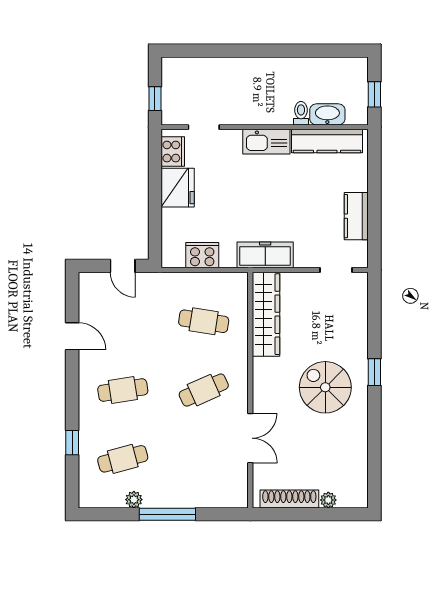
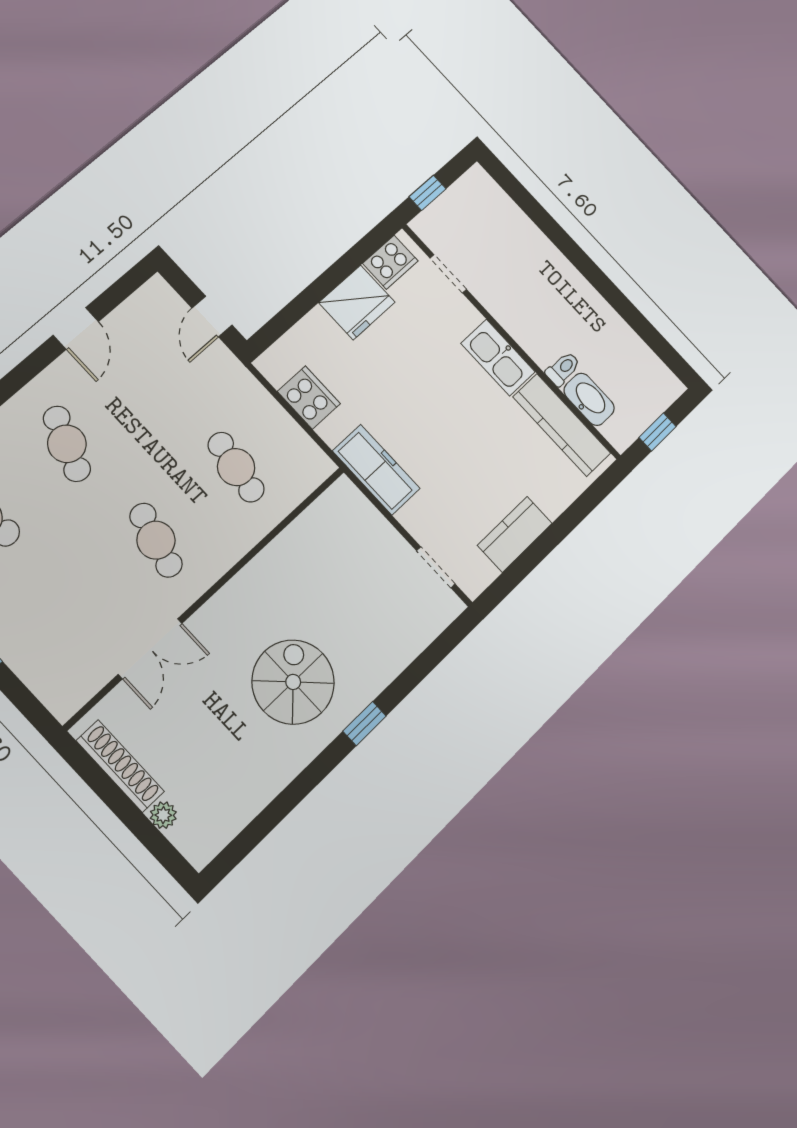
wardrobe: (266, 314) -> (311, 532), removed
cafe table: (123, 390) -> (67, 444), turned 30
cafe table: (204, 390) -> (156, 540), turned 39

